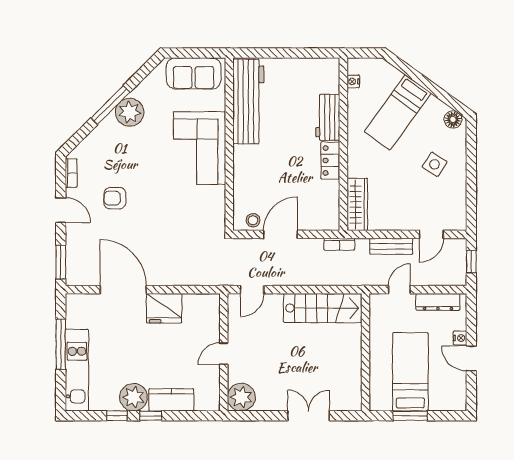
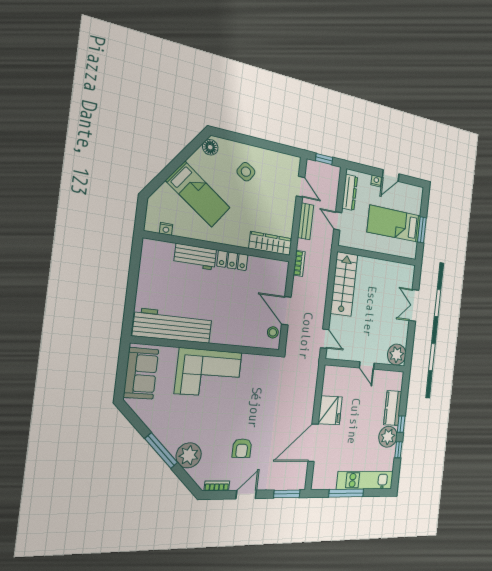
plant: (130, 112) -> (189, 455), moved

